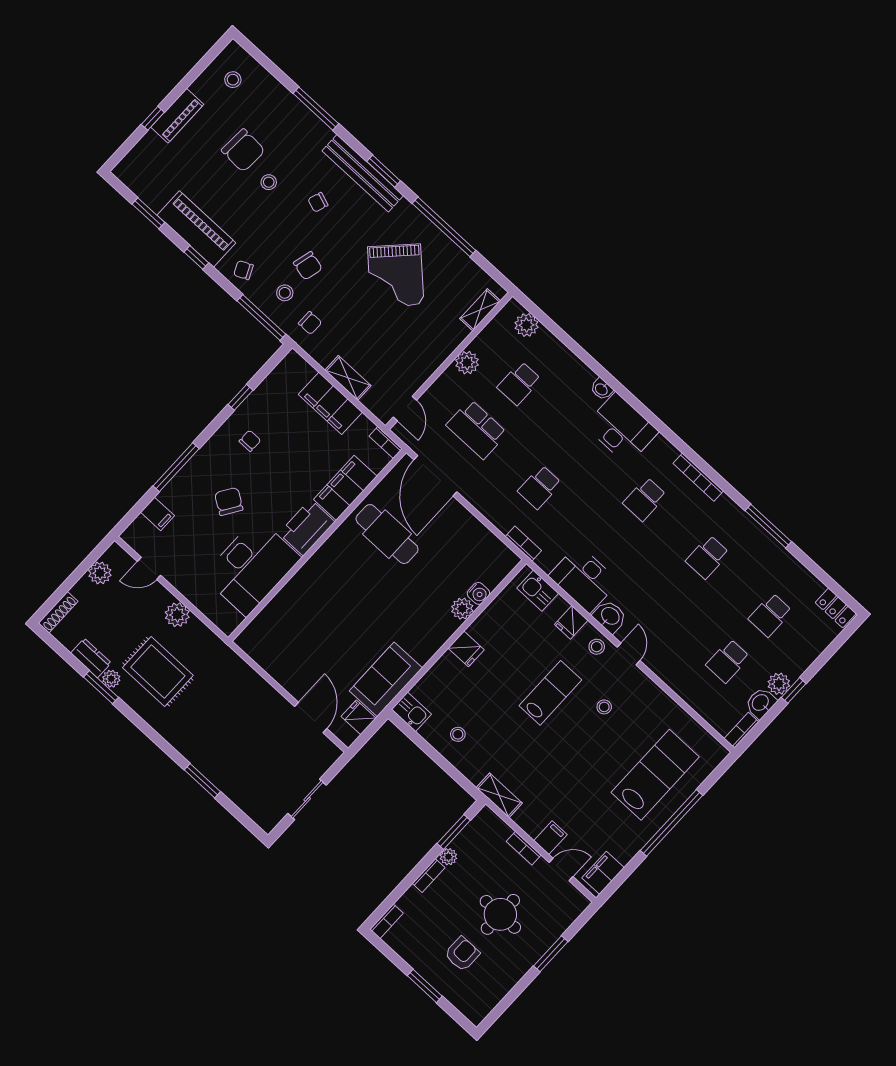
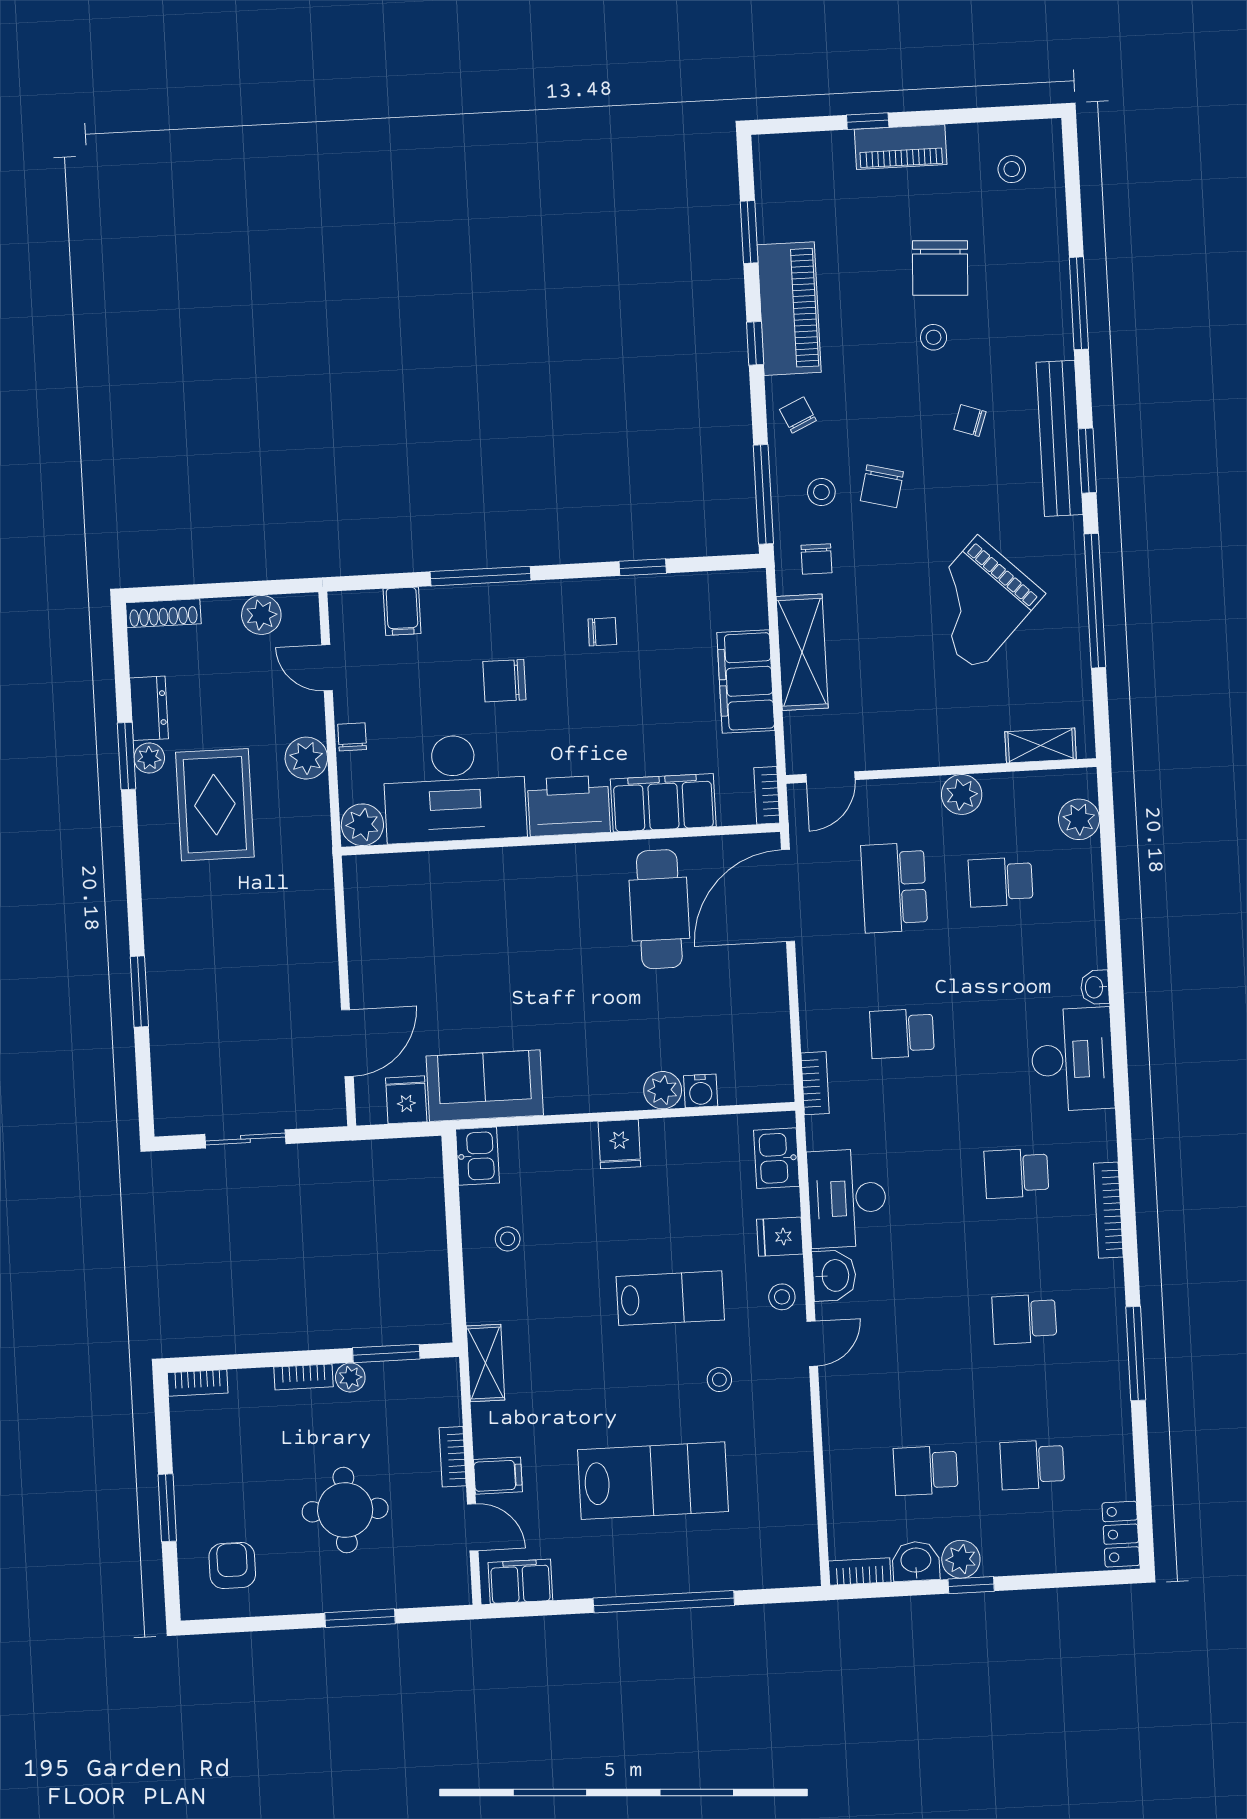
shelving: (348, 378) -> (802, 652), width x1.50, depth x1.33
chair: (229, 501) -> (504, 681), turned -123
chair: (188, 587) -> (352, 737), added
plant: (228, 620) -> (362, 825), added
lab bench: (655, 775) -> (653, 1481), moved
armchair: (462, 954) -> (232, 1565), moved, turned -90

